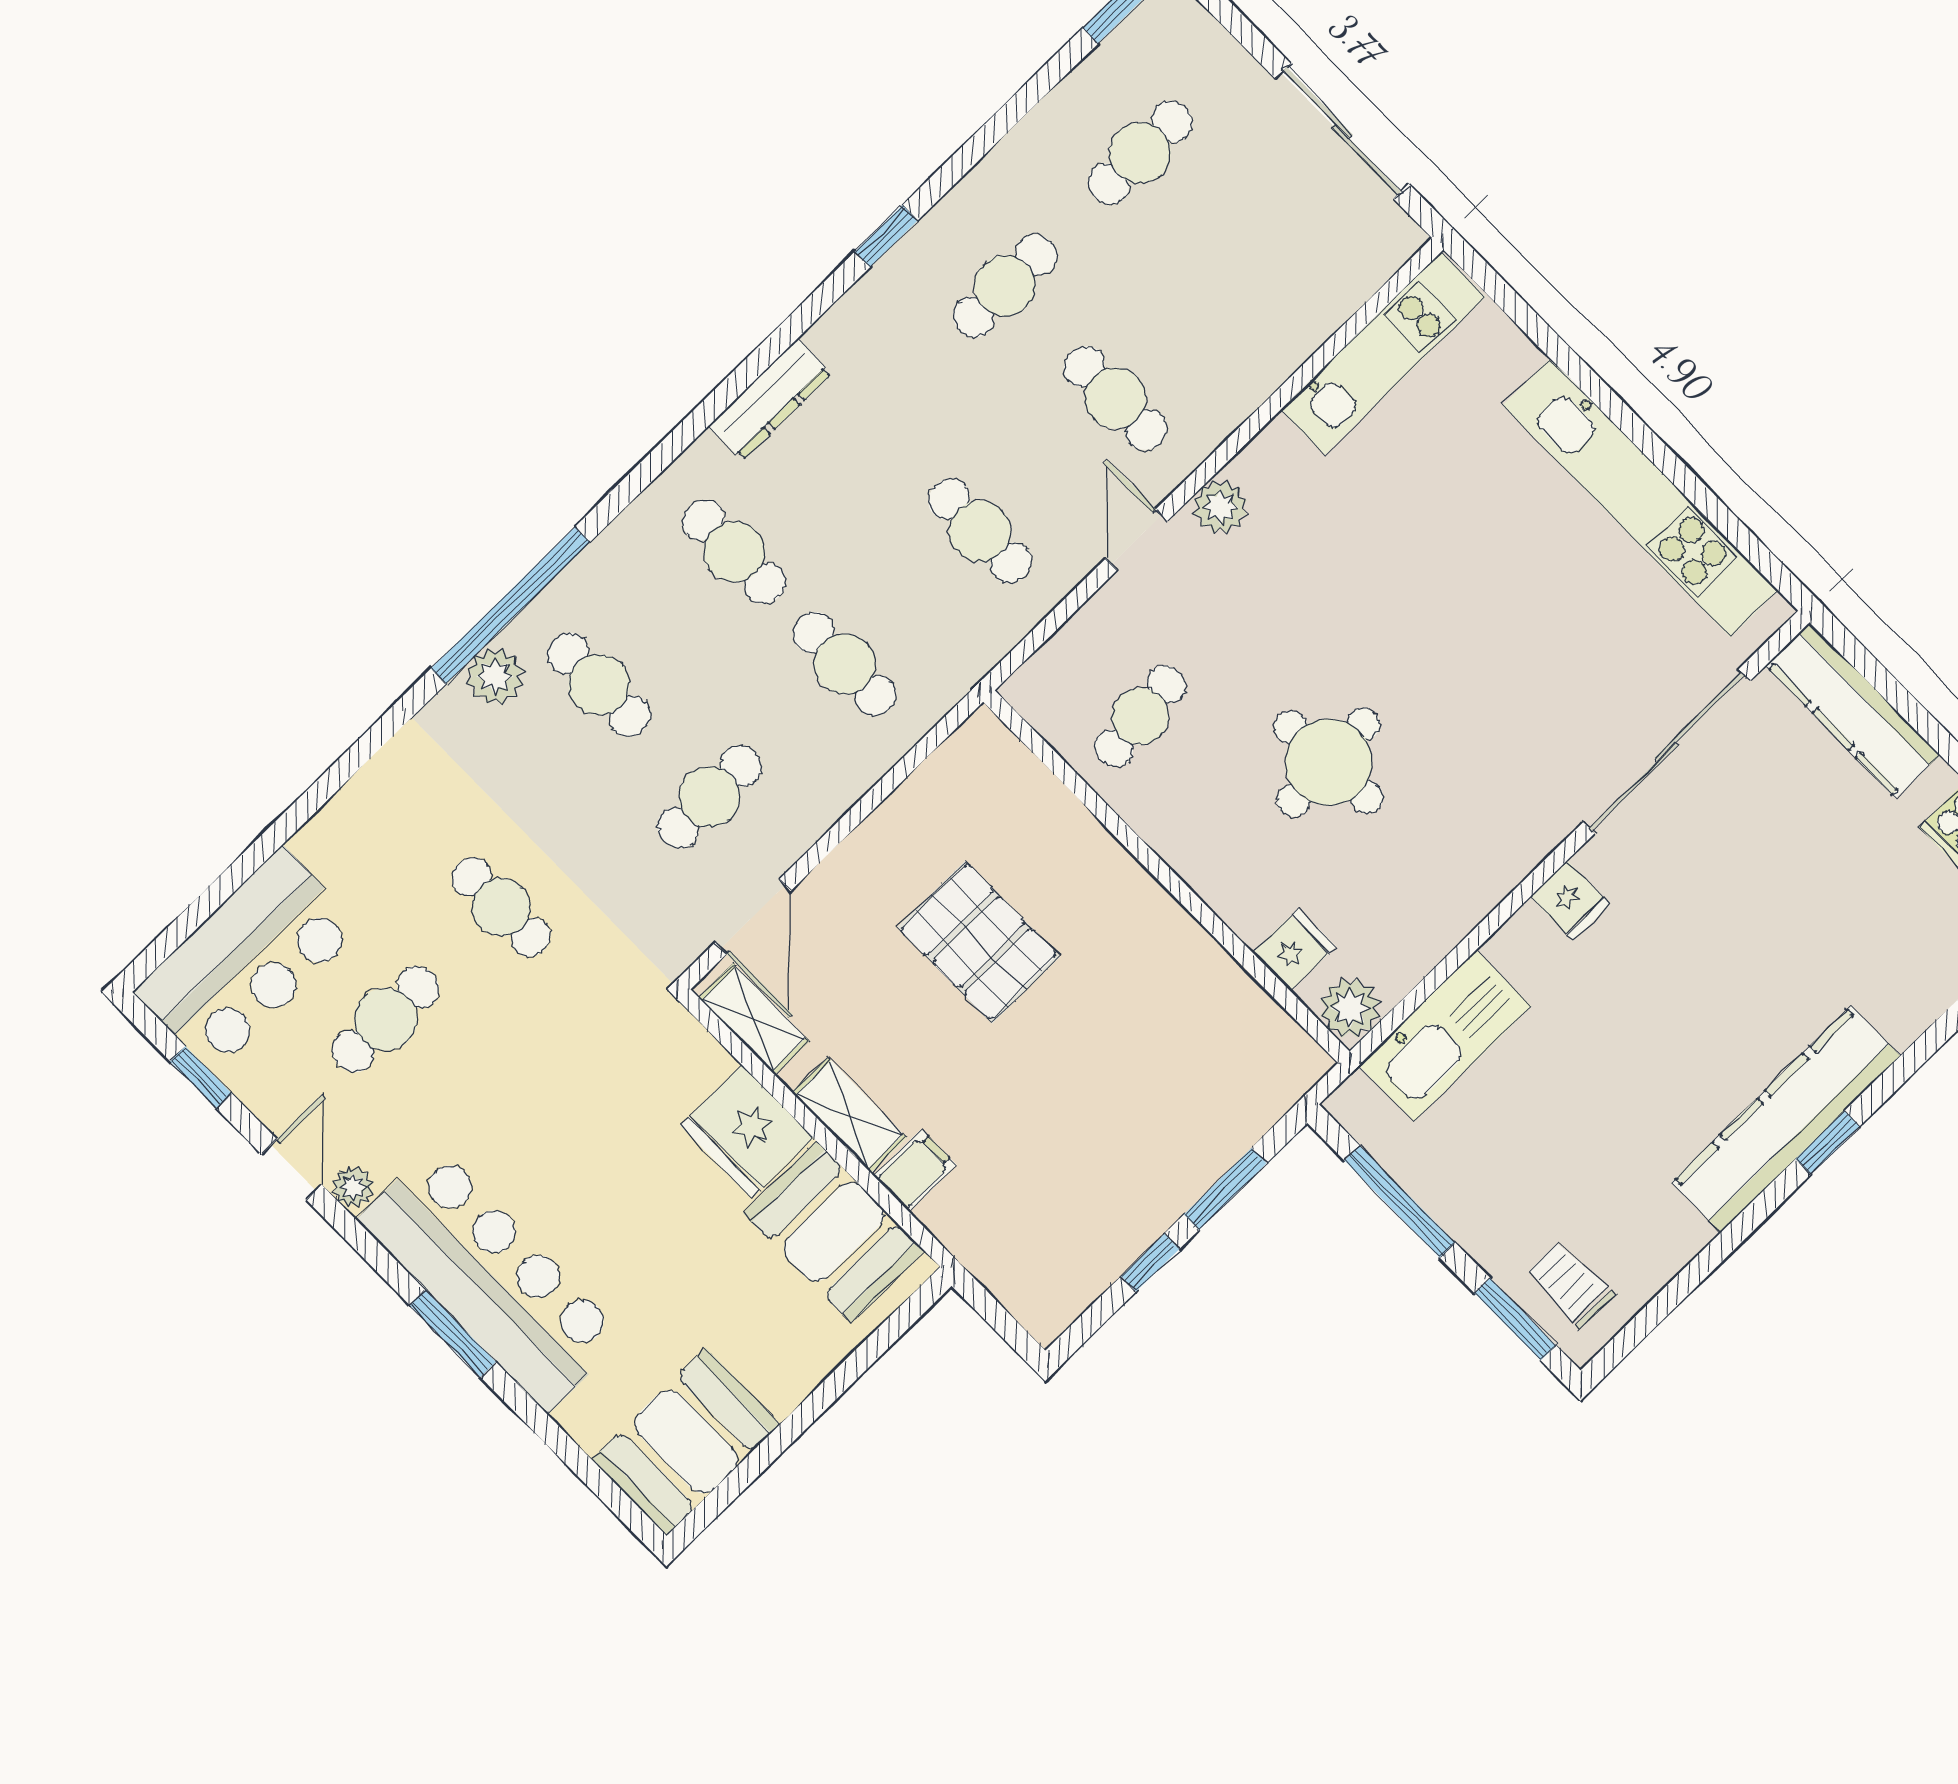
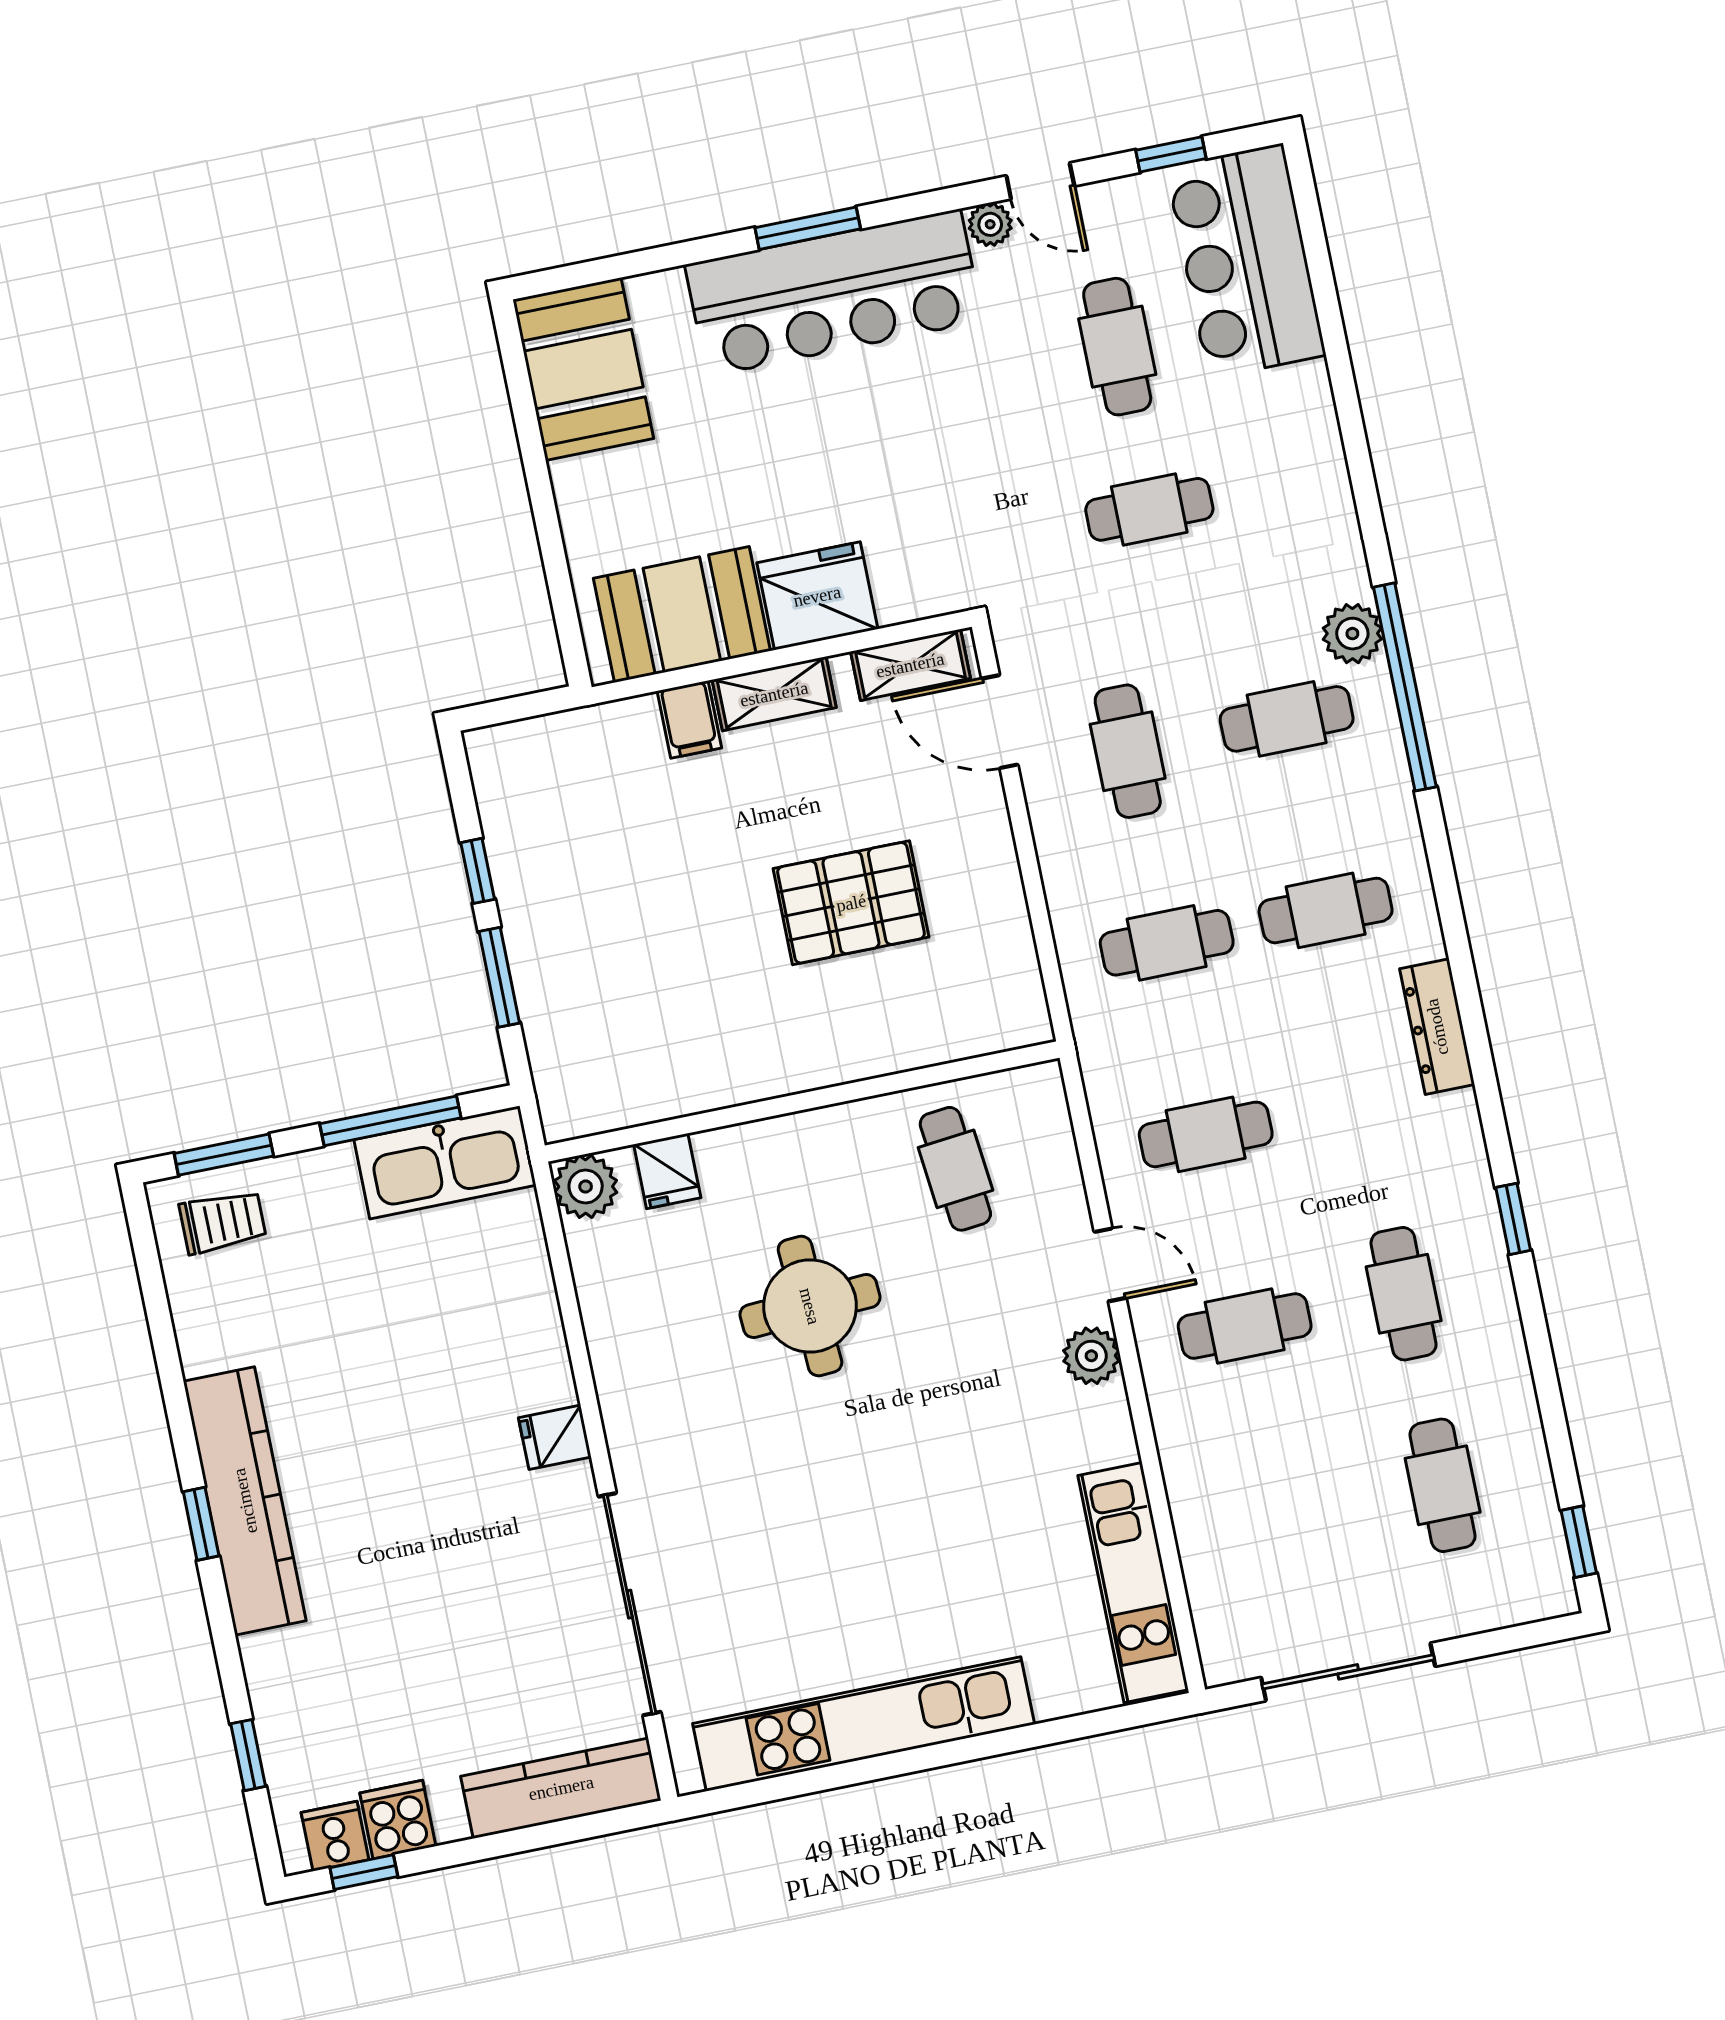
kitchen sink: (1445, 1036) -> (445, 1162), moved, turned -90

